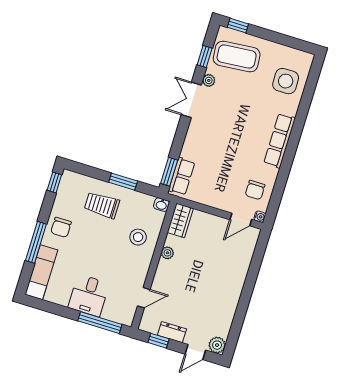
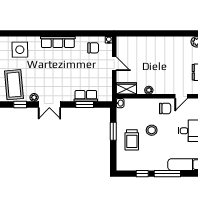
window: (169, 172) -> (85, 105), moved
row of seats: (182, 176) -> (86, 96), moved
window: (54, 182) -> (142, 174), moved
door: (241, 220) -> (114, 64), moved
chair: (61, 227) -> (165, 109), moved
stool: (138, 237) -> (152, 130), moved
door: (144, 298) -> (181, 96), swing flipped

